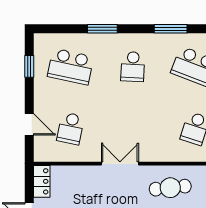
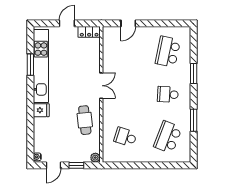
window: (29, 66) -> (168, 23), removed
school desk: (71, 128) -> (125, 52), removed

